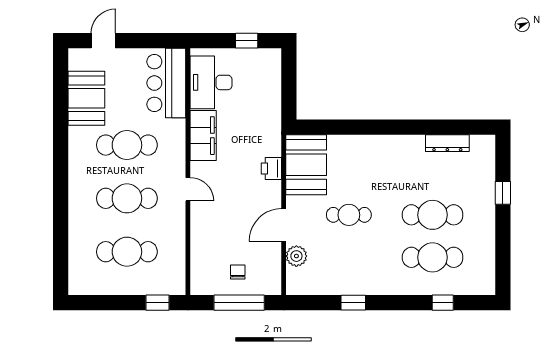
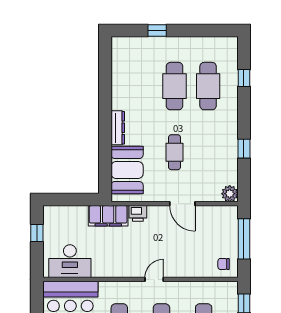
filing cabinet: (203, 136) -> (108, 216), moved, turned 180
dresser: (447, 143) -> (118, 128), moved
booth: (306, 165) -> (127, 170), moved, turned 90
plant: (296, 256) -> (230, 194), moved
chair: (238, 272) -> (224, 264), moved

